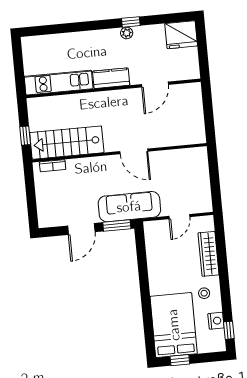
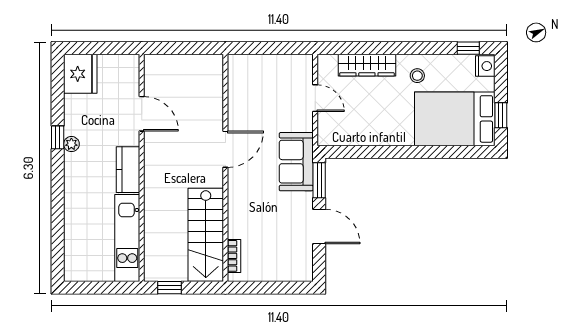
window: (25, 136) -> (170, 288), moved
sofa: (129, 207) -> (296, 162), width x0.73
nightstand: (216, 321) -> (485, 66), moved, turned 90

